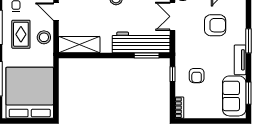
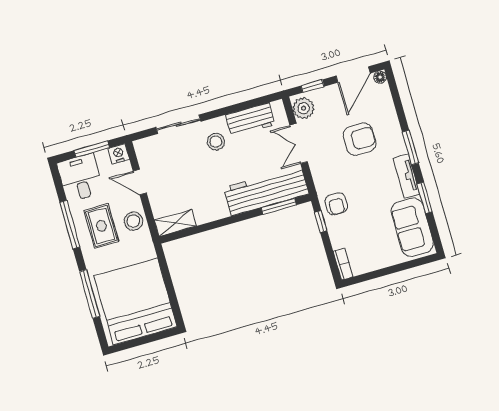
shelving: (79, 45) -> (175, 223), width x0.67, depth x0.75
armchair: (197, 76) -> (336, 204), moved
window: (248, 93) -> (425, 198), moved

